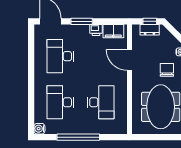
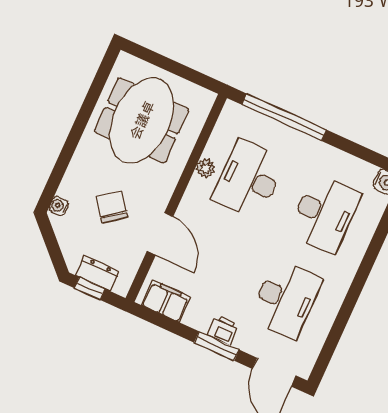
printer: (96, 30) -> (223, 330), moved
chair: (167, 70) -> (112, 207), moved, turned 142
plant: (122, 98) -> (206, 168), added
window: (78, 137) -> (284, 117), moved

